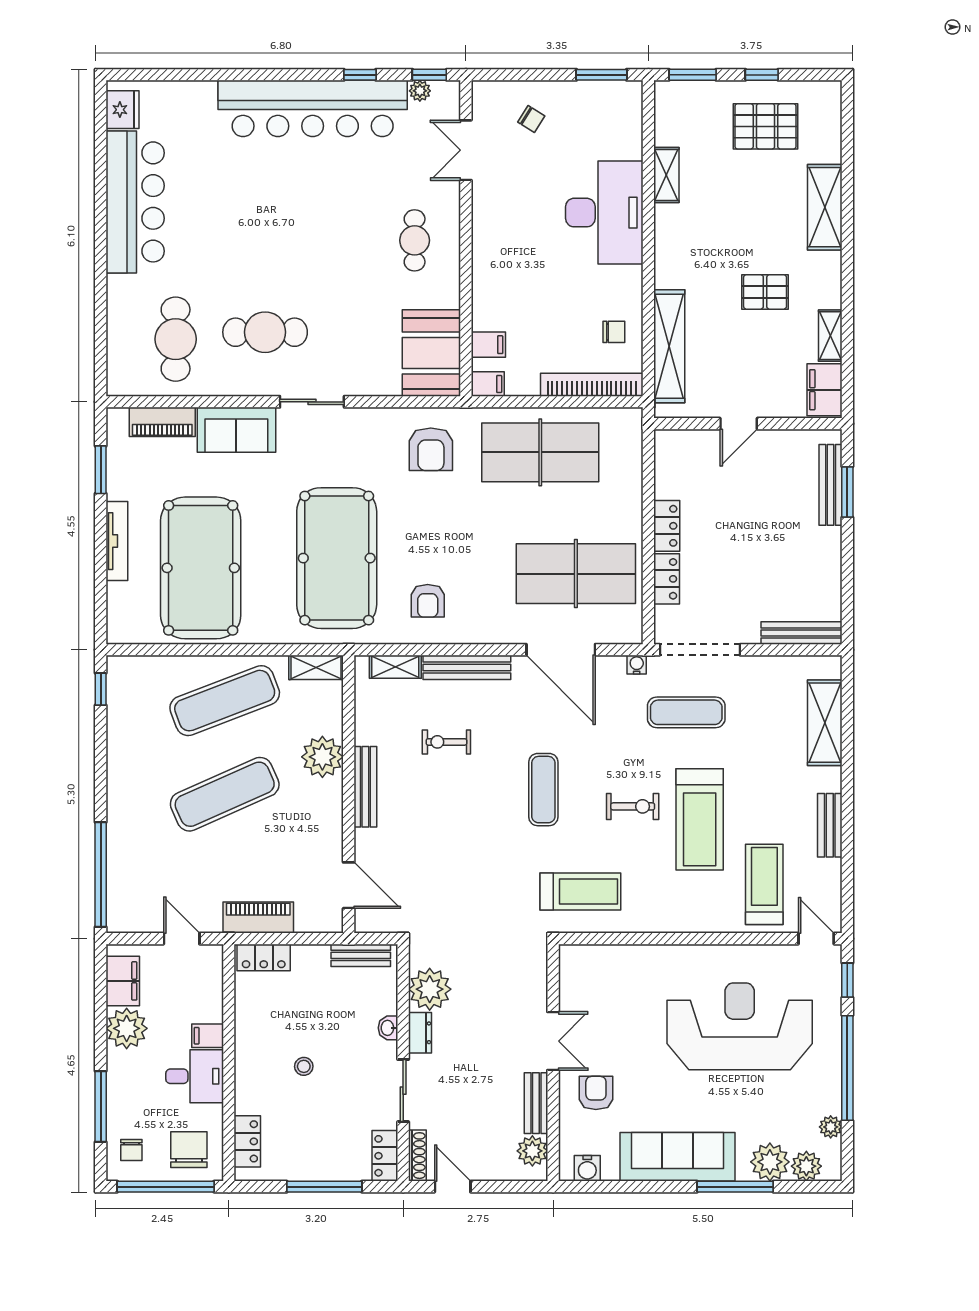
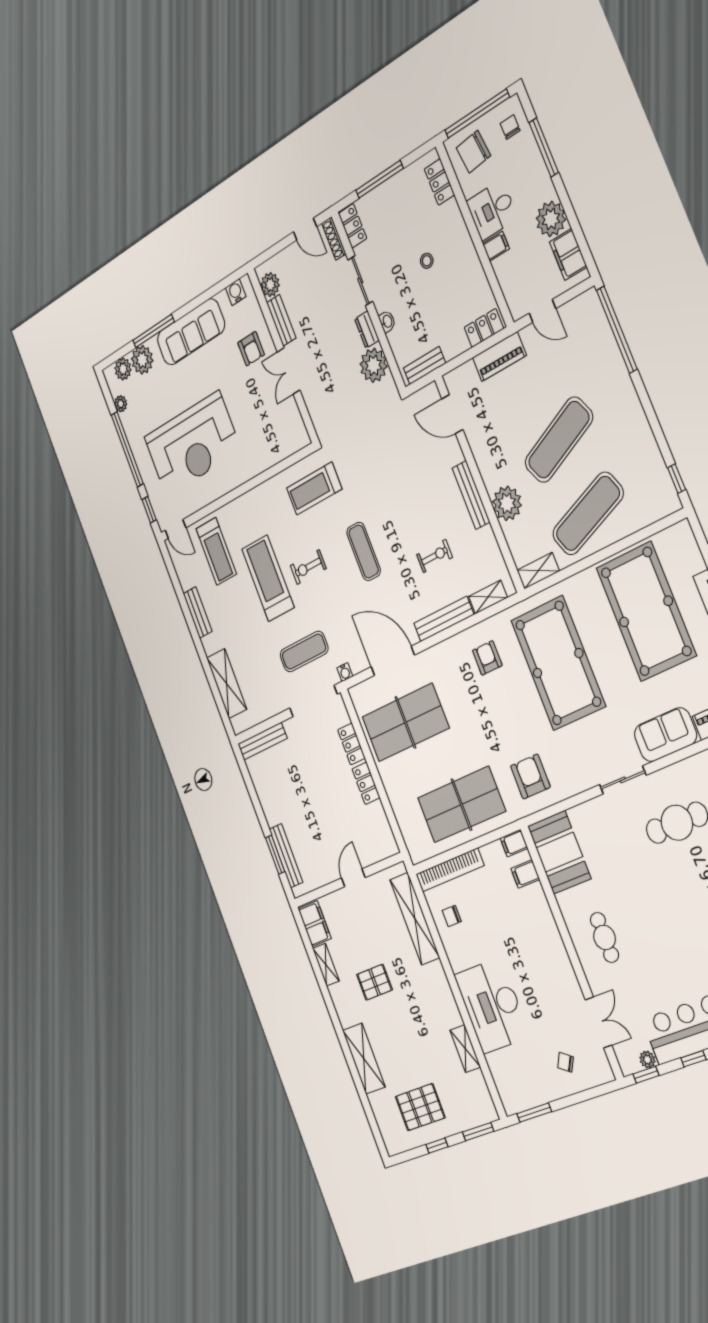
chair: (189, 1150) -> (473, 152), turned 84

